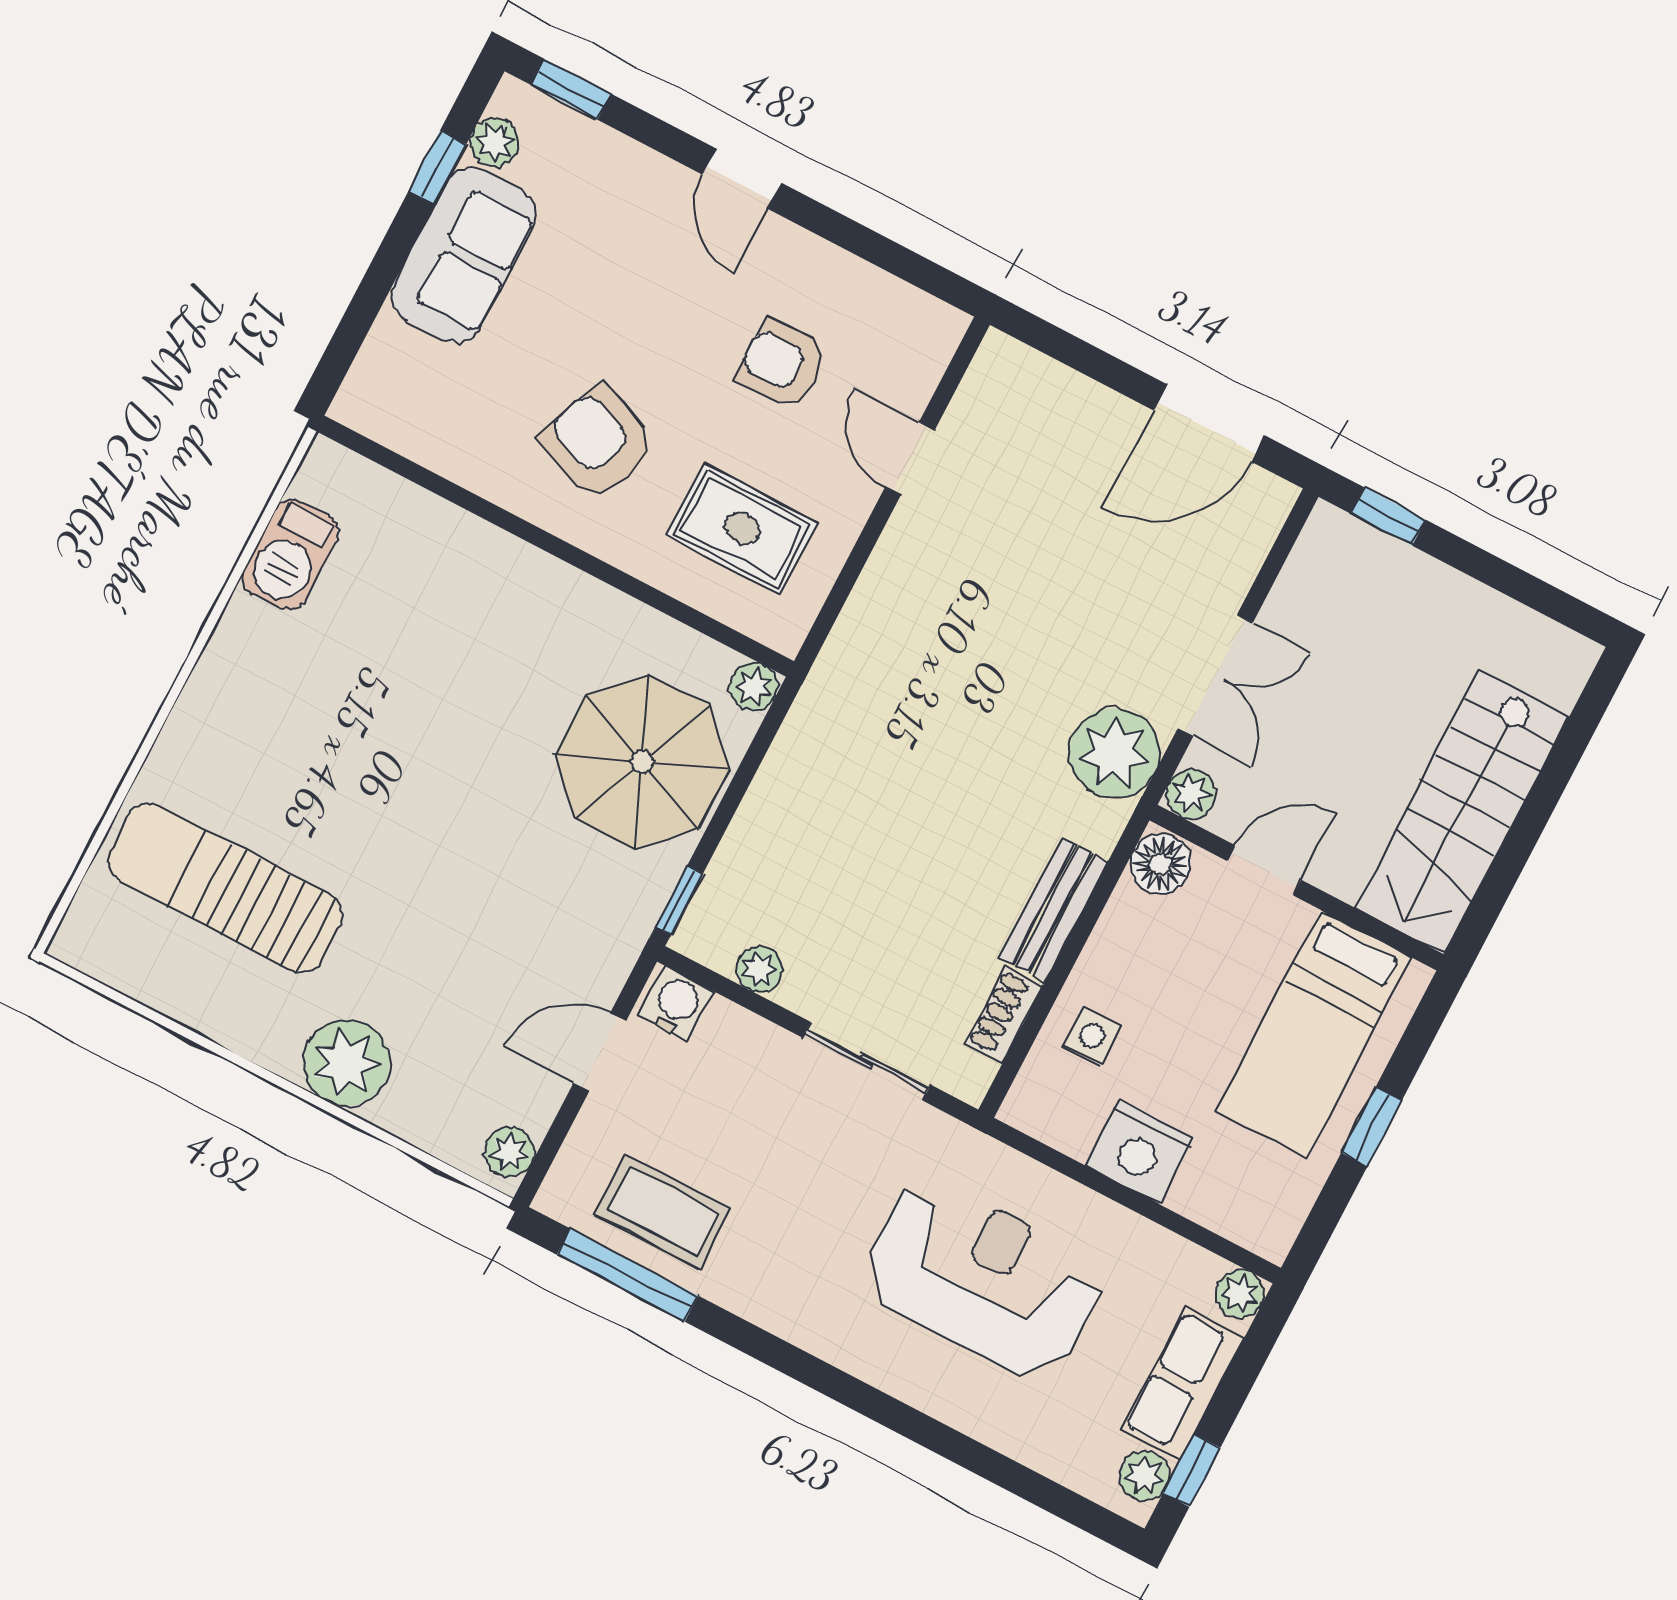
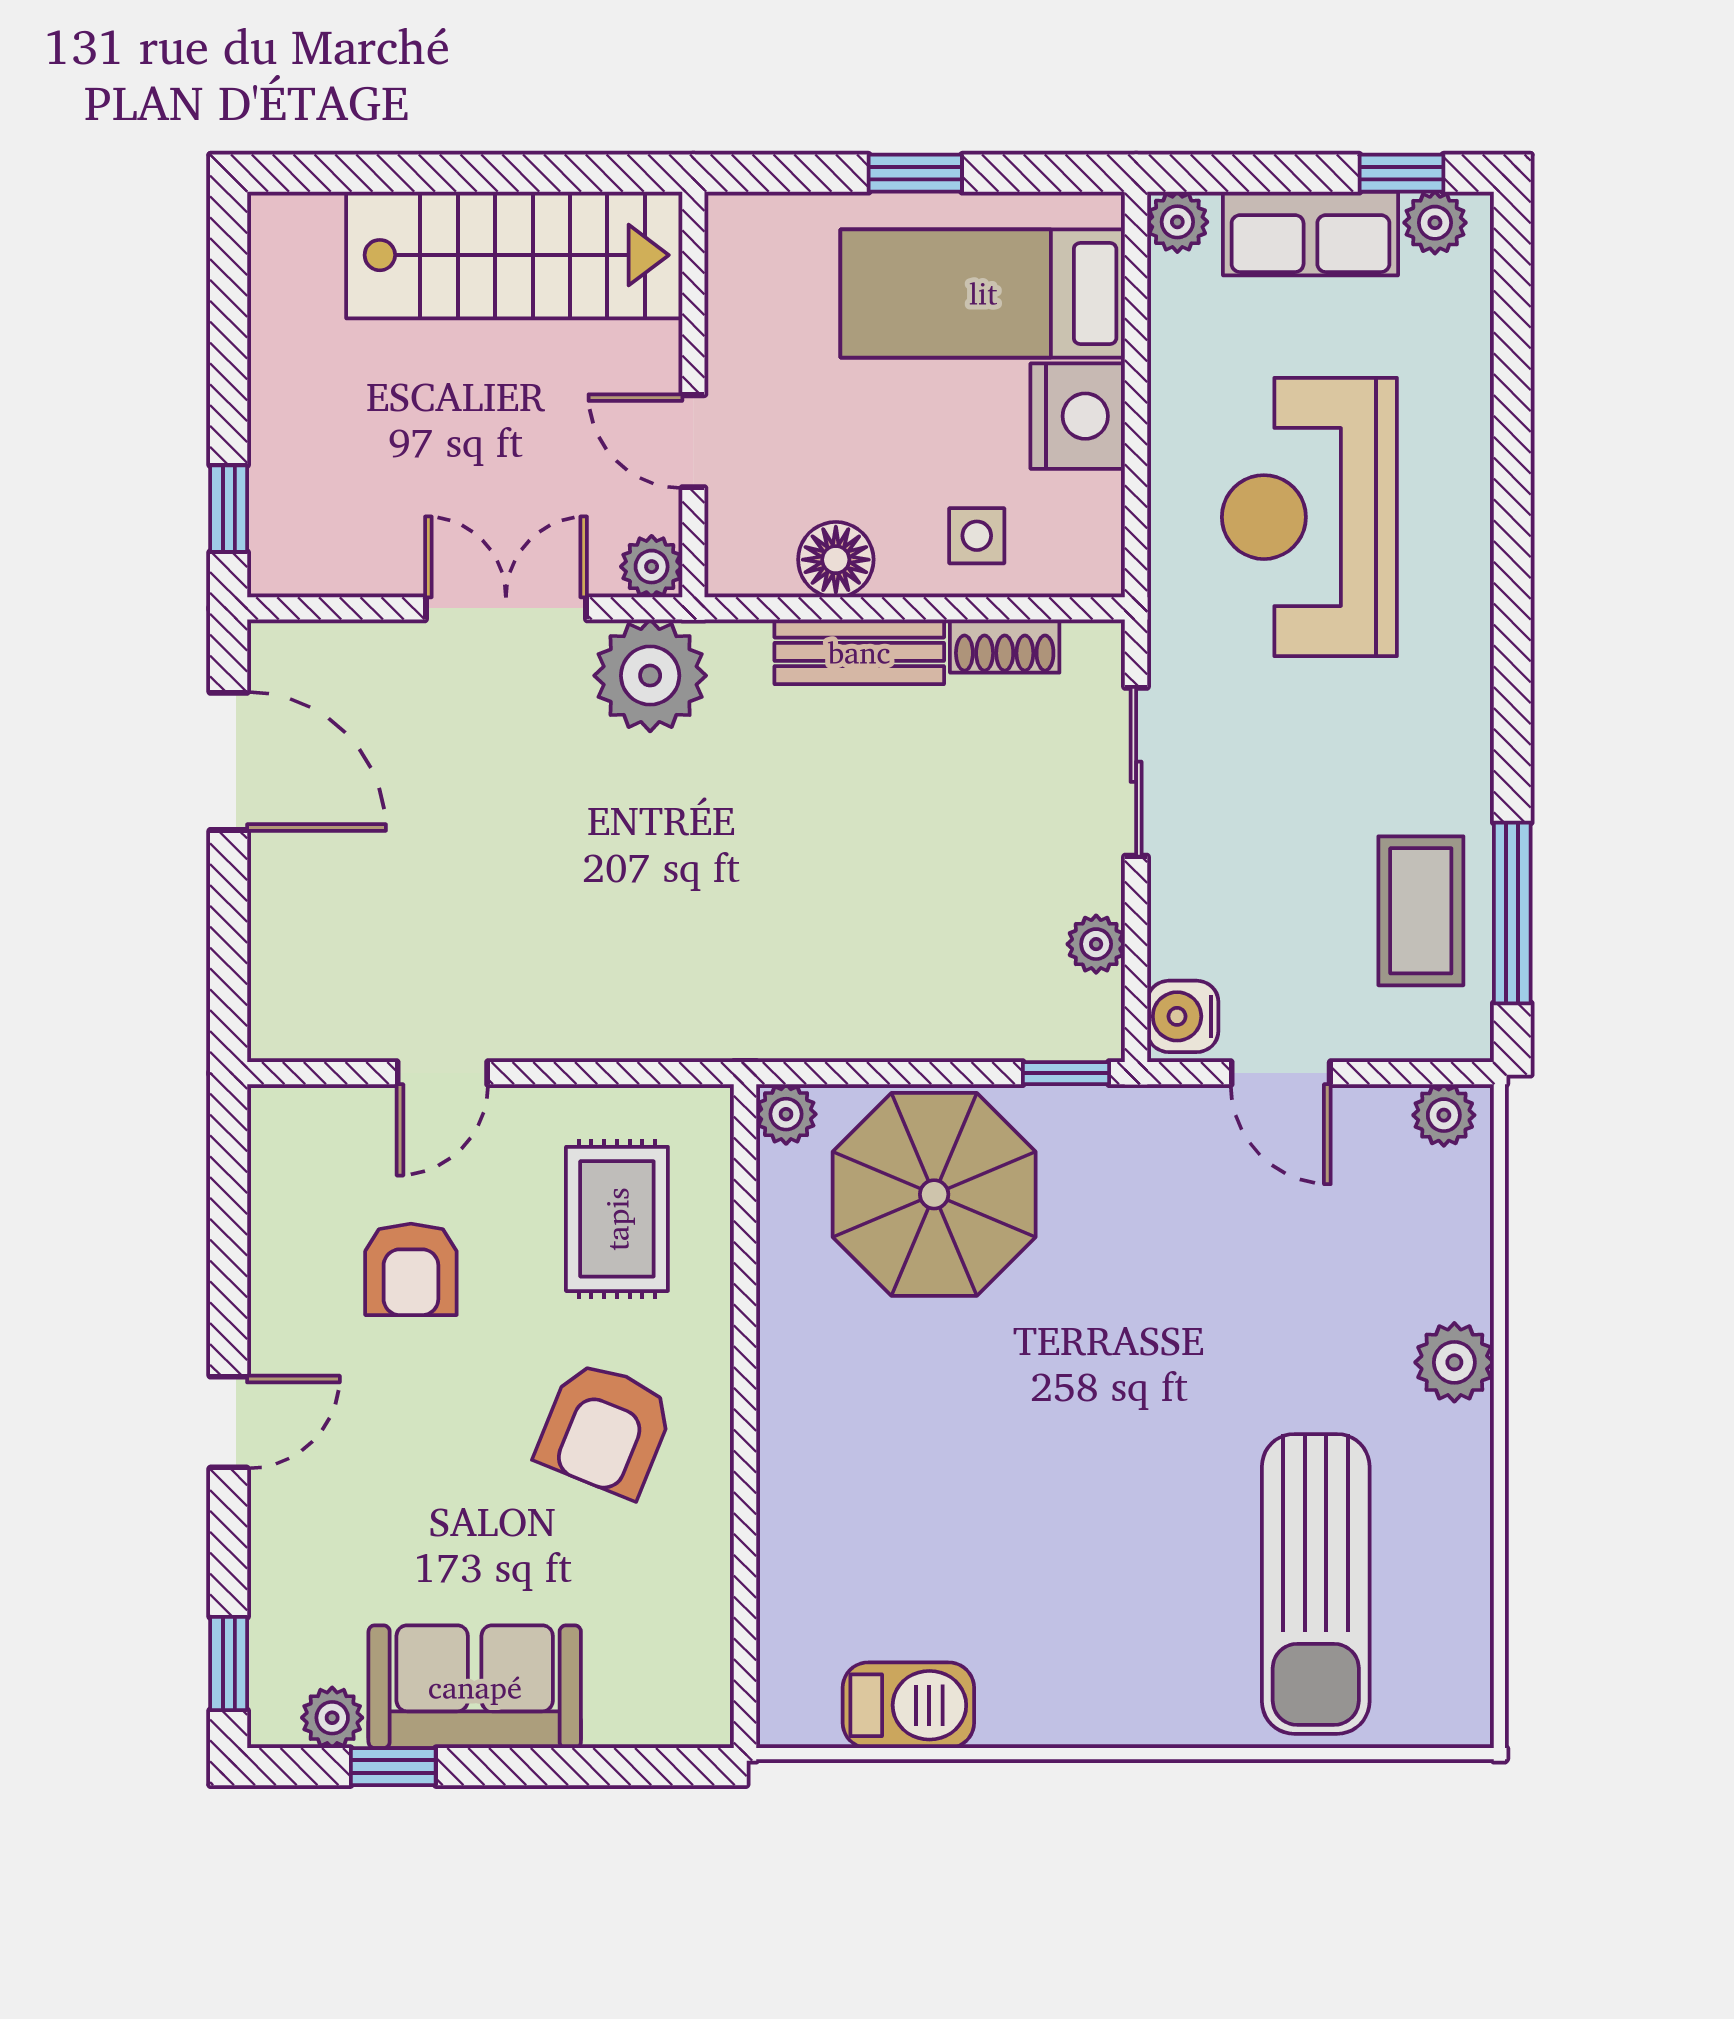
floor lamp: (1161, 864) -> (836, 560), moved
bed: (1314, 1034) -> (983, 293), moved, turned 180
plant: (346, 1063) -> (1454, 1362), width x0.73, depth x0.73

